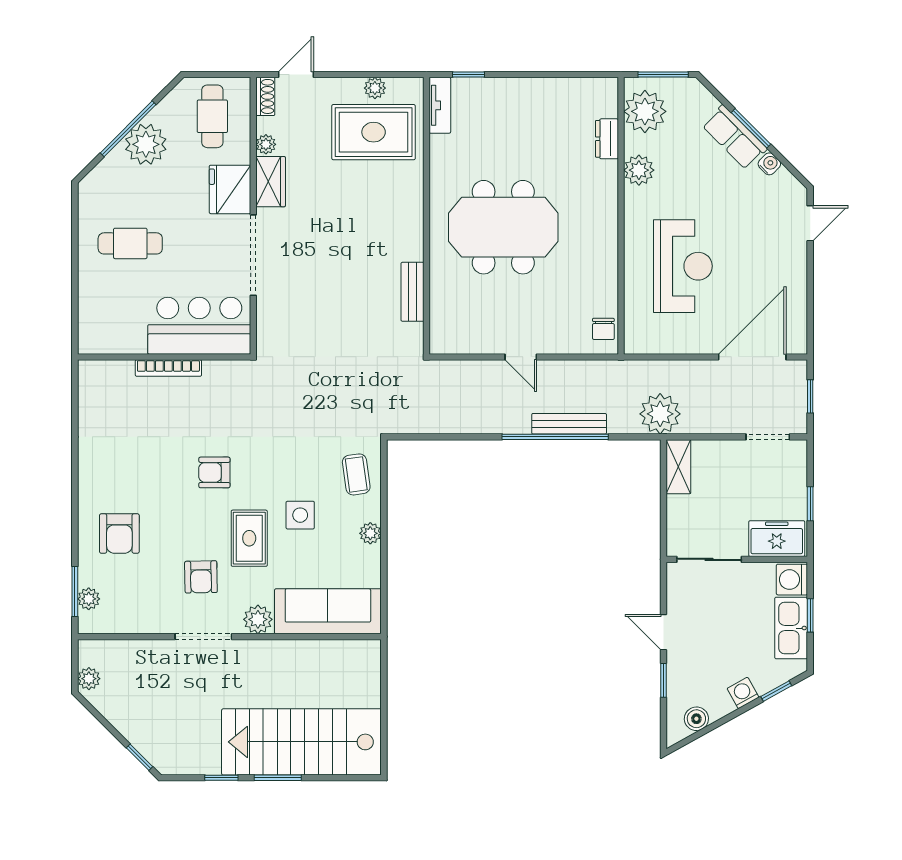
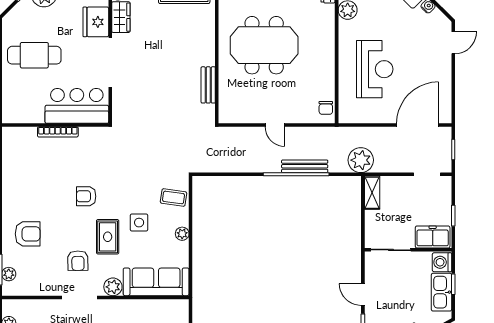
cafe table: (130, 243) -> (34, 55), width x1.37, depth x1.35
coffee table: (356, 474) -> (174, 197), turned -74
armchair: (119, 534) -> (28, 234), turned -90

